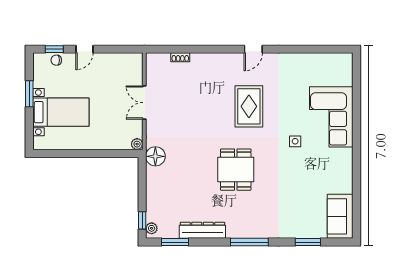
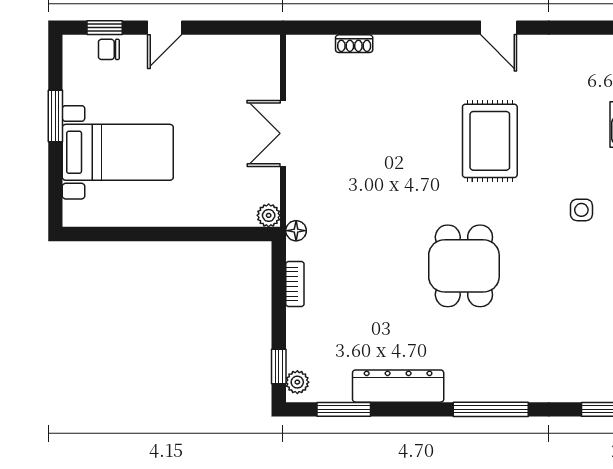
door: (253, 49) -> (499, 28), hinge flipped
floor lamp: (155, 156) -> (296, 231), width x0.53, depth x0.53
bookcase: (150, 179) -> (295, 284), added

